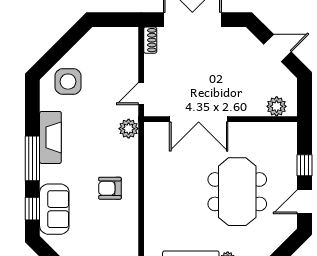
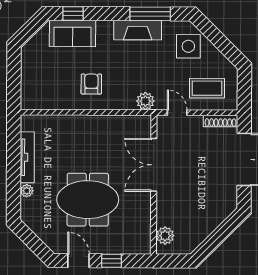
shoe rack: (150, 40) -> (221, 121), width x1.43
door: (277, 48) -> (218, 237), removed
coffee table: (114, 61) -> (207, 88), added
window: (32, 158) -> (150, 14), moved

